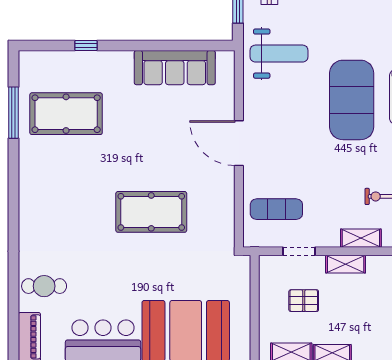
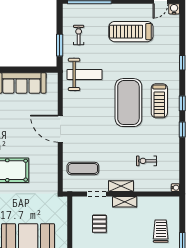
shelving: (361, 238) -> (121, 186), moved
pallet: (304, 301) -> (99, 224), turned 90

